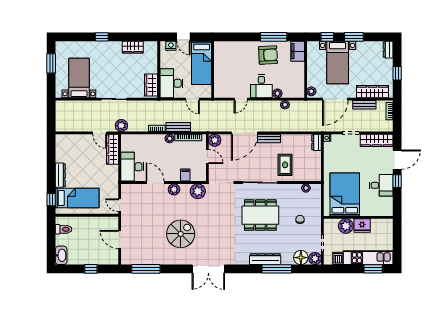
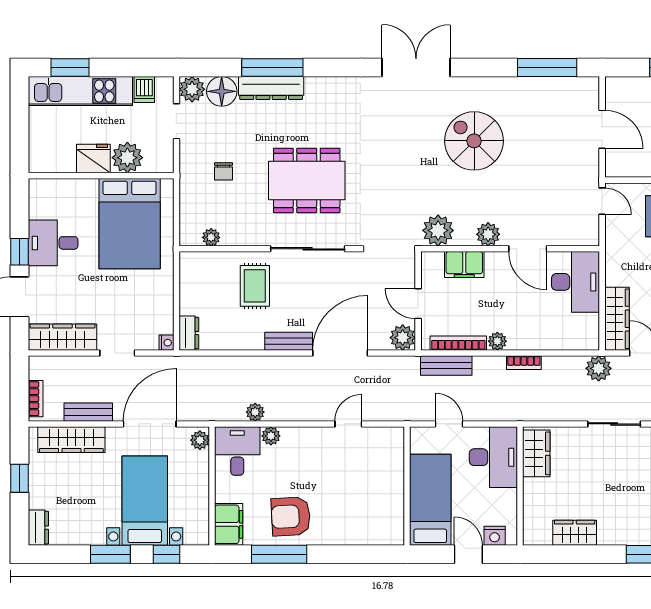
desk: (261, 86) -> (237, 451), moved
bench: (178, 127) -> (446, 365), moved
filing cabinet: (185, 175) -> (464, 265), width x2.00
spiral stairs: (181, 234) -> (474, 141), turned 90
dresser: (265, 259) -> (271, 88), moved

